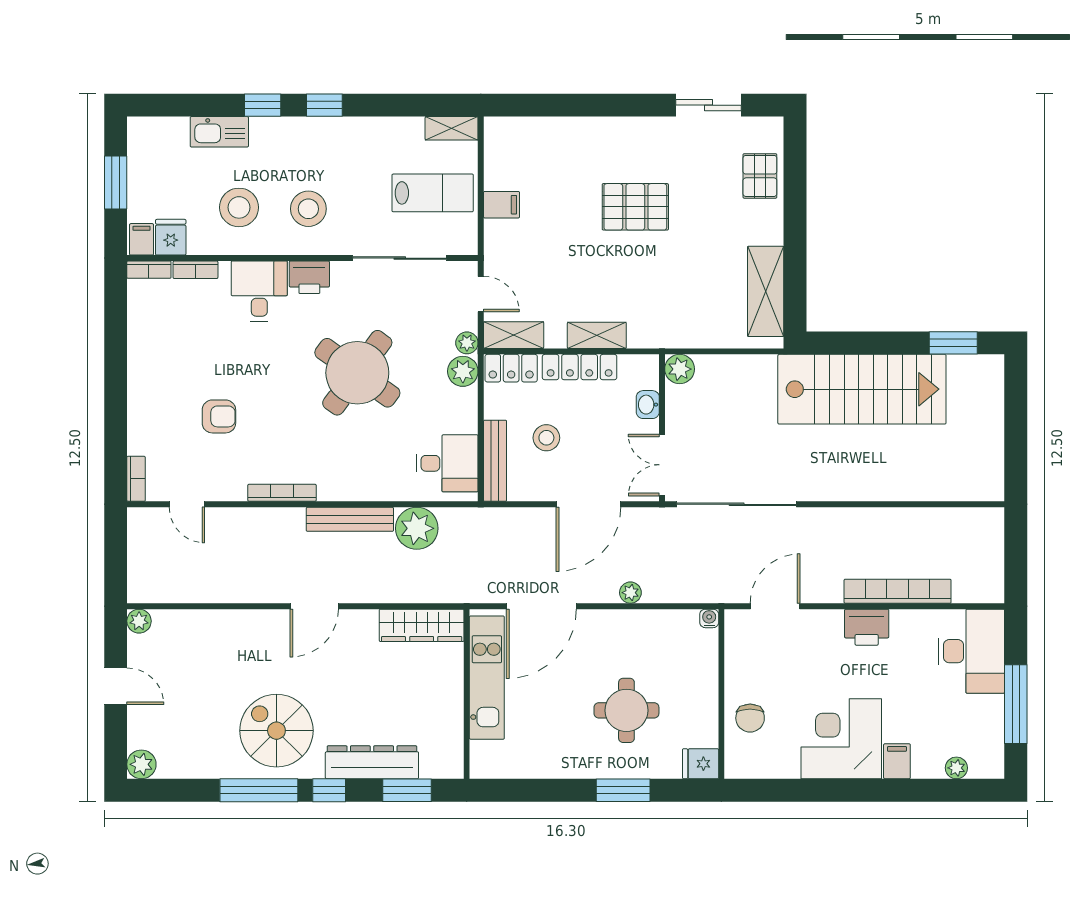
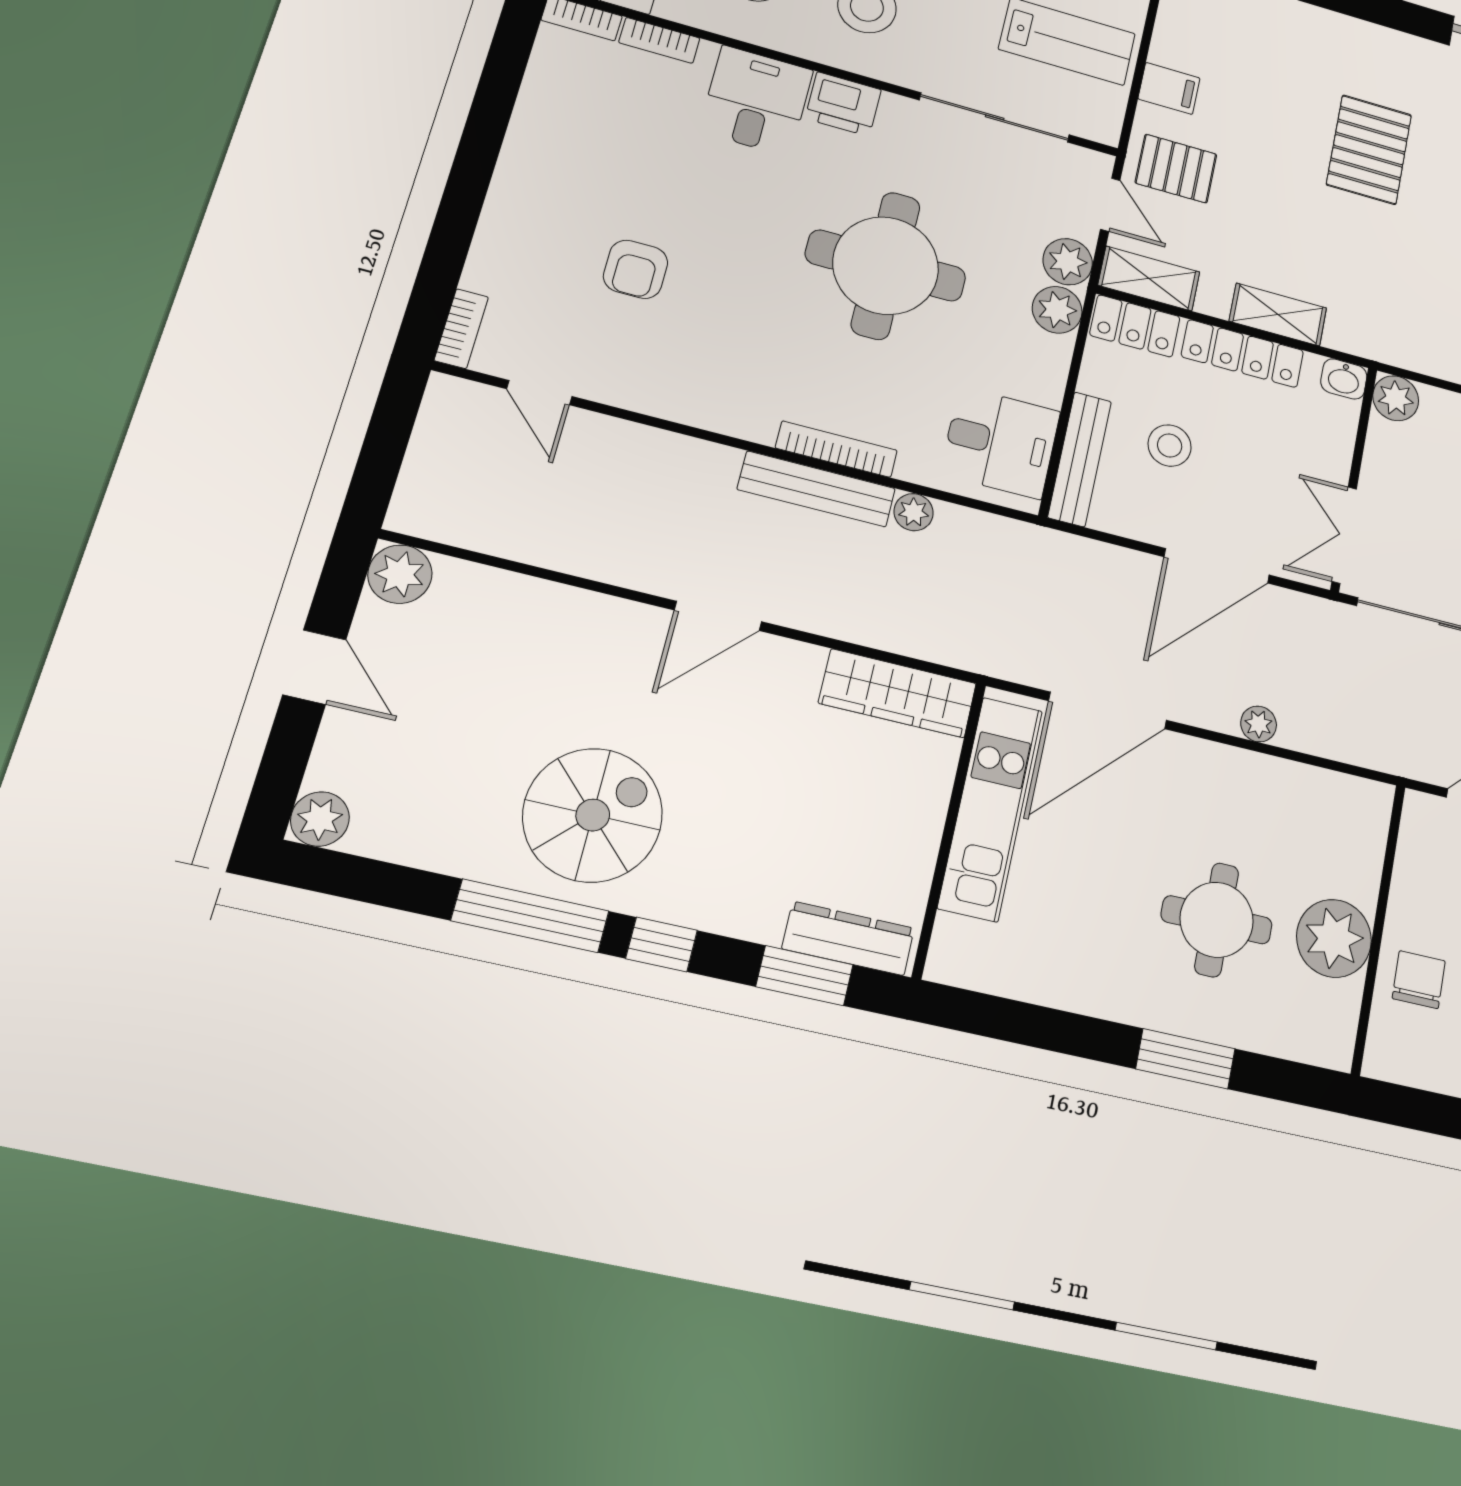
pallet: (635, 207) -> (1369, 150), turned 90
pallet: (516, 258) -> (1176, 169), added
plant: (467, 343) -> (1068, 262), width x1.38, depth x1.38
round table: (357, 373) -> (886, 266), turned -36
washbasin: (648, 405) -> (1344, 379), moved, turned -90
armchair: (219, 416) -> (636, 269), turned 90
bookcase: (282, 493) -> (836, 449), moved
plant: (417, 528) -> (914, 512), width x0.53, depth x0.53
water cooler: (709, 618) -> (1379, 797), removed
plant: (139, 621) -> (400, 574), width x1.38, depth x1.38
plant: (696, 706) -> (1334, 938), added
chair: (750, 718) -> (1419, 980), turned 180
spiral stairs: (276, 731) -> (593, 815), turned 90
dresser: (372, 762) -> (848, 938), moved, width x0.73, depth x0.80
fridge: (701, 764) -> (1325, 1041), removed

